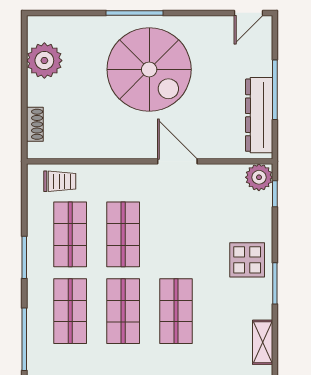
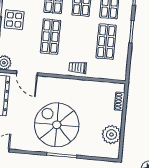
door: (177, 161) -> (27, 73), moved
trolley: (60, 181) -> (78, 68), moved
shop shelf: (123, 234) -> (50, 37), moved

